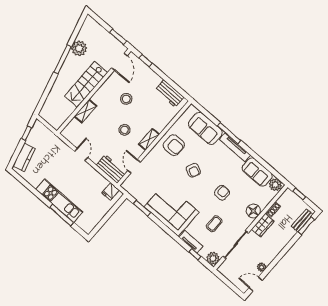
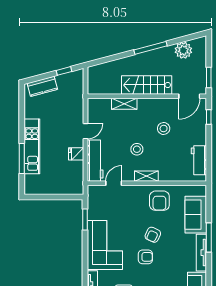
plant: (79, 48) -> (183, 50), moved
workbench: (111, 169) -> (95, 161), width x1.37
fridge: (111, 191) -> (76, 154), moved
armchair: (222, 193) -> (145, 257), moved

